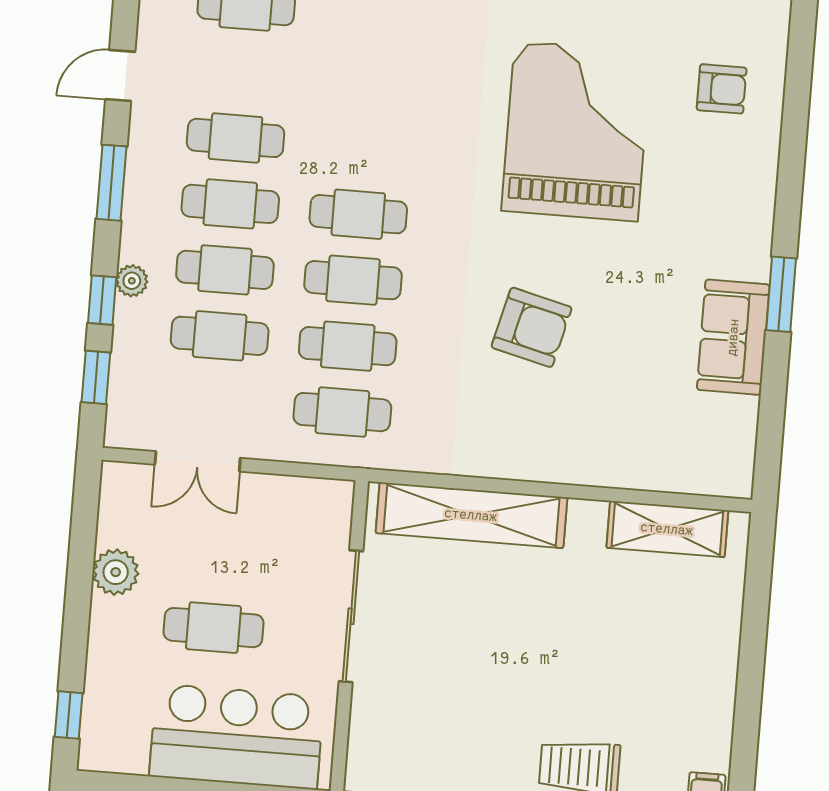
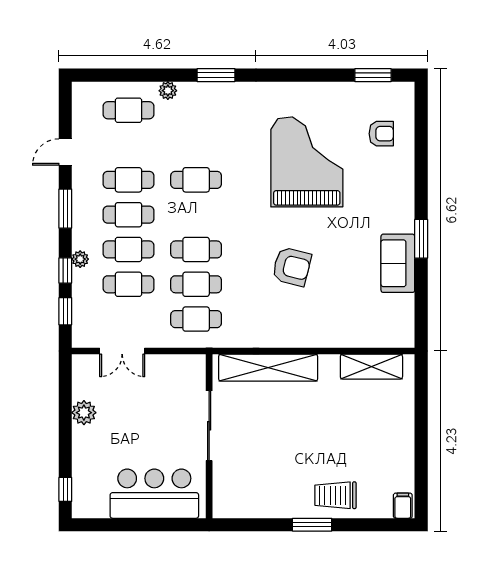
cafe table: (358, 214) -> (196, 180), moved
cafe table: (214, 628) -> (138, 438), removed

